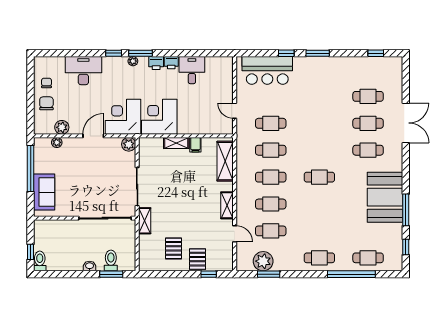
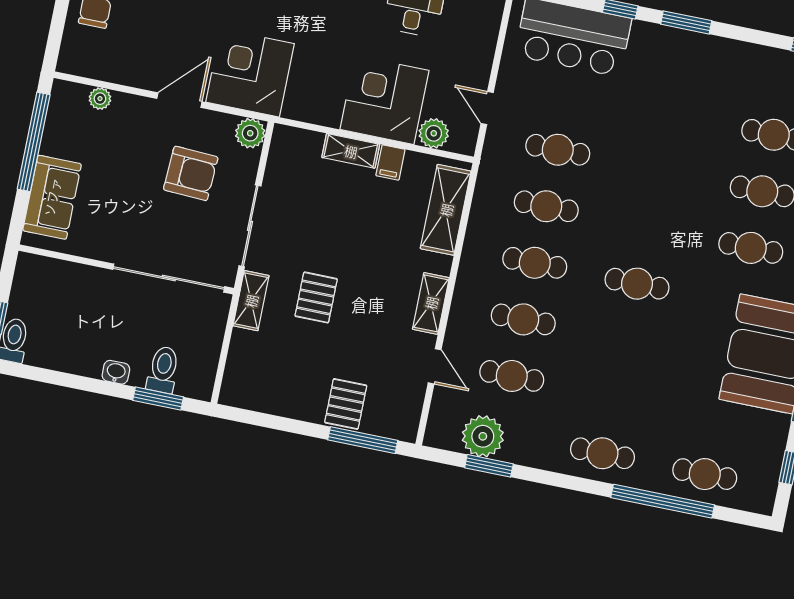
corner desk: (159, 117) -> (384, 100), moved
plant: (62, 127) -> (434, 133), moved
armchair: (105, 168) -> (191, 173), added
pallet: (173, 248) -> (316, 297), moved
window: (209, 274) -> (363, 440), width x2.17

